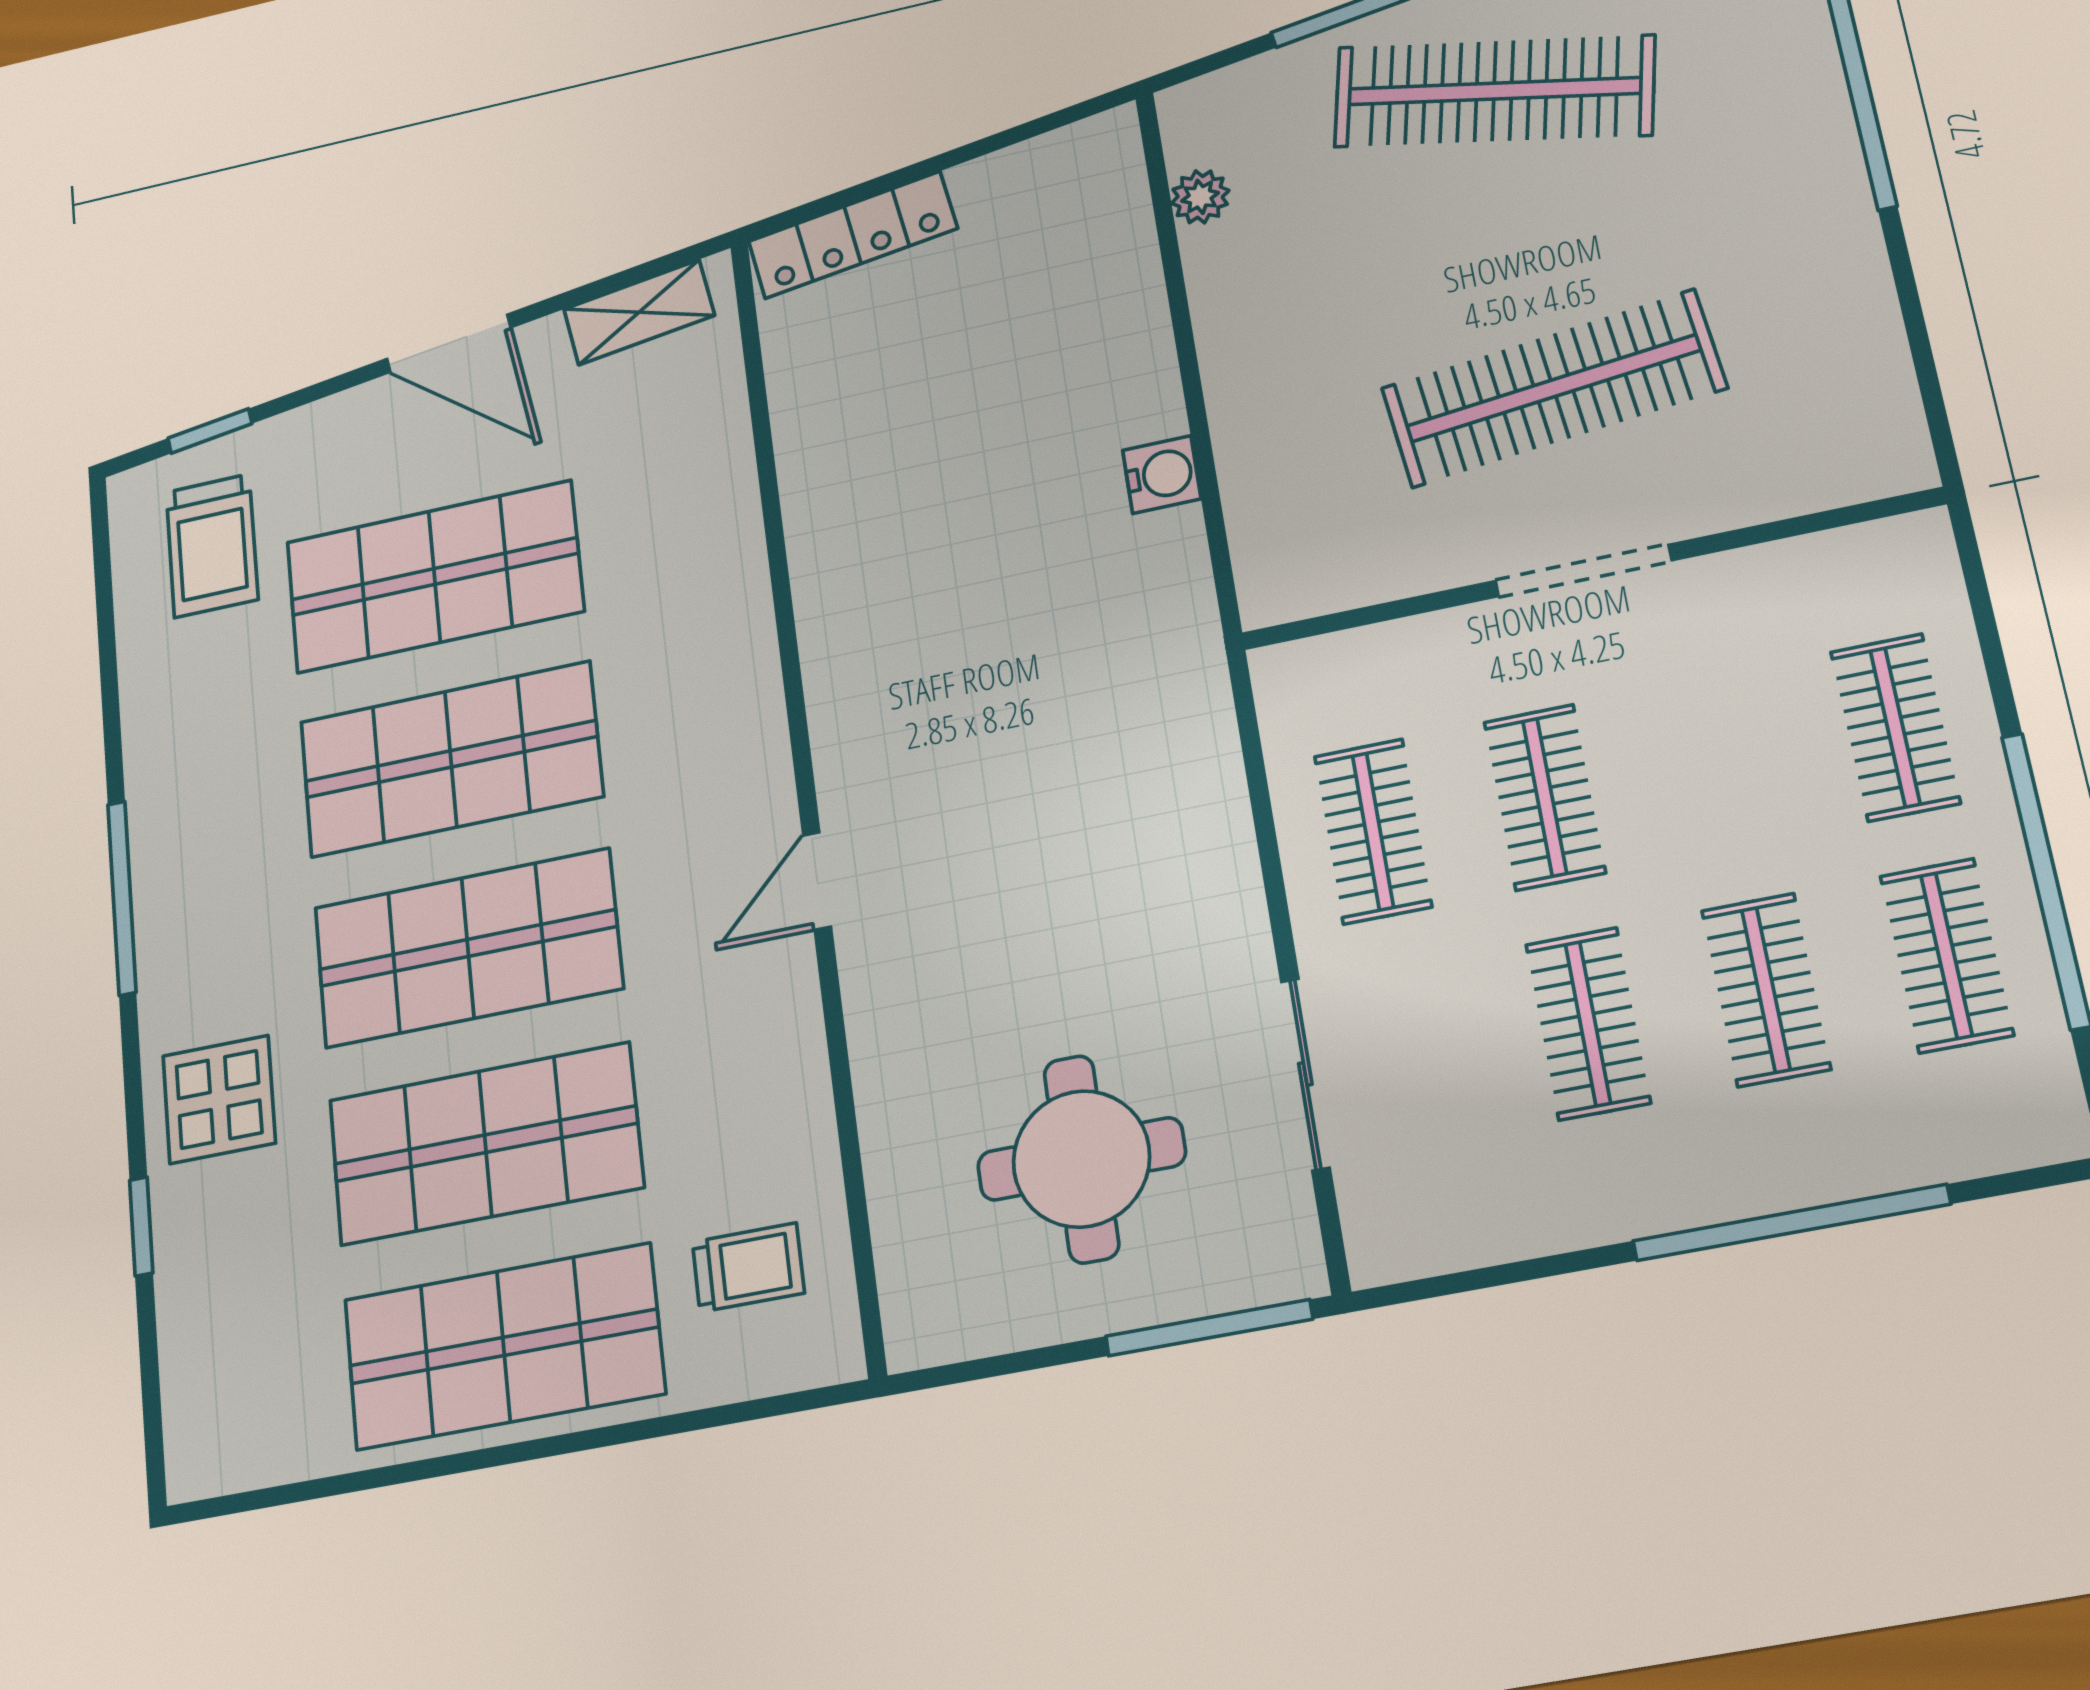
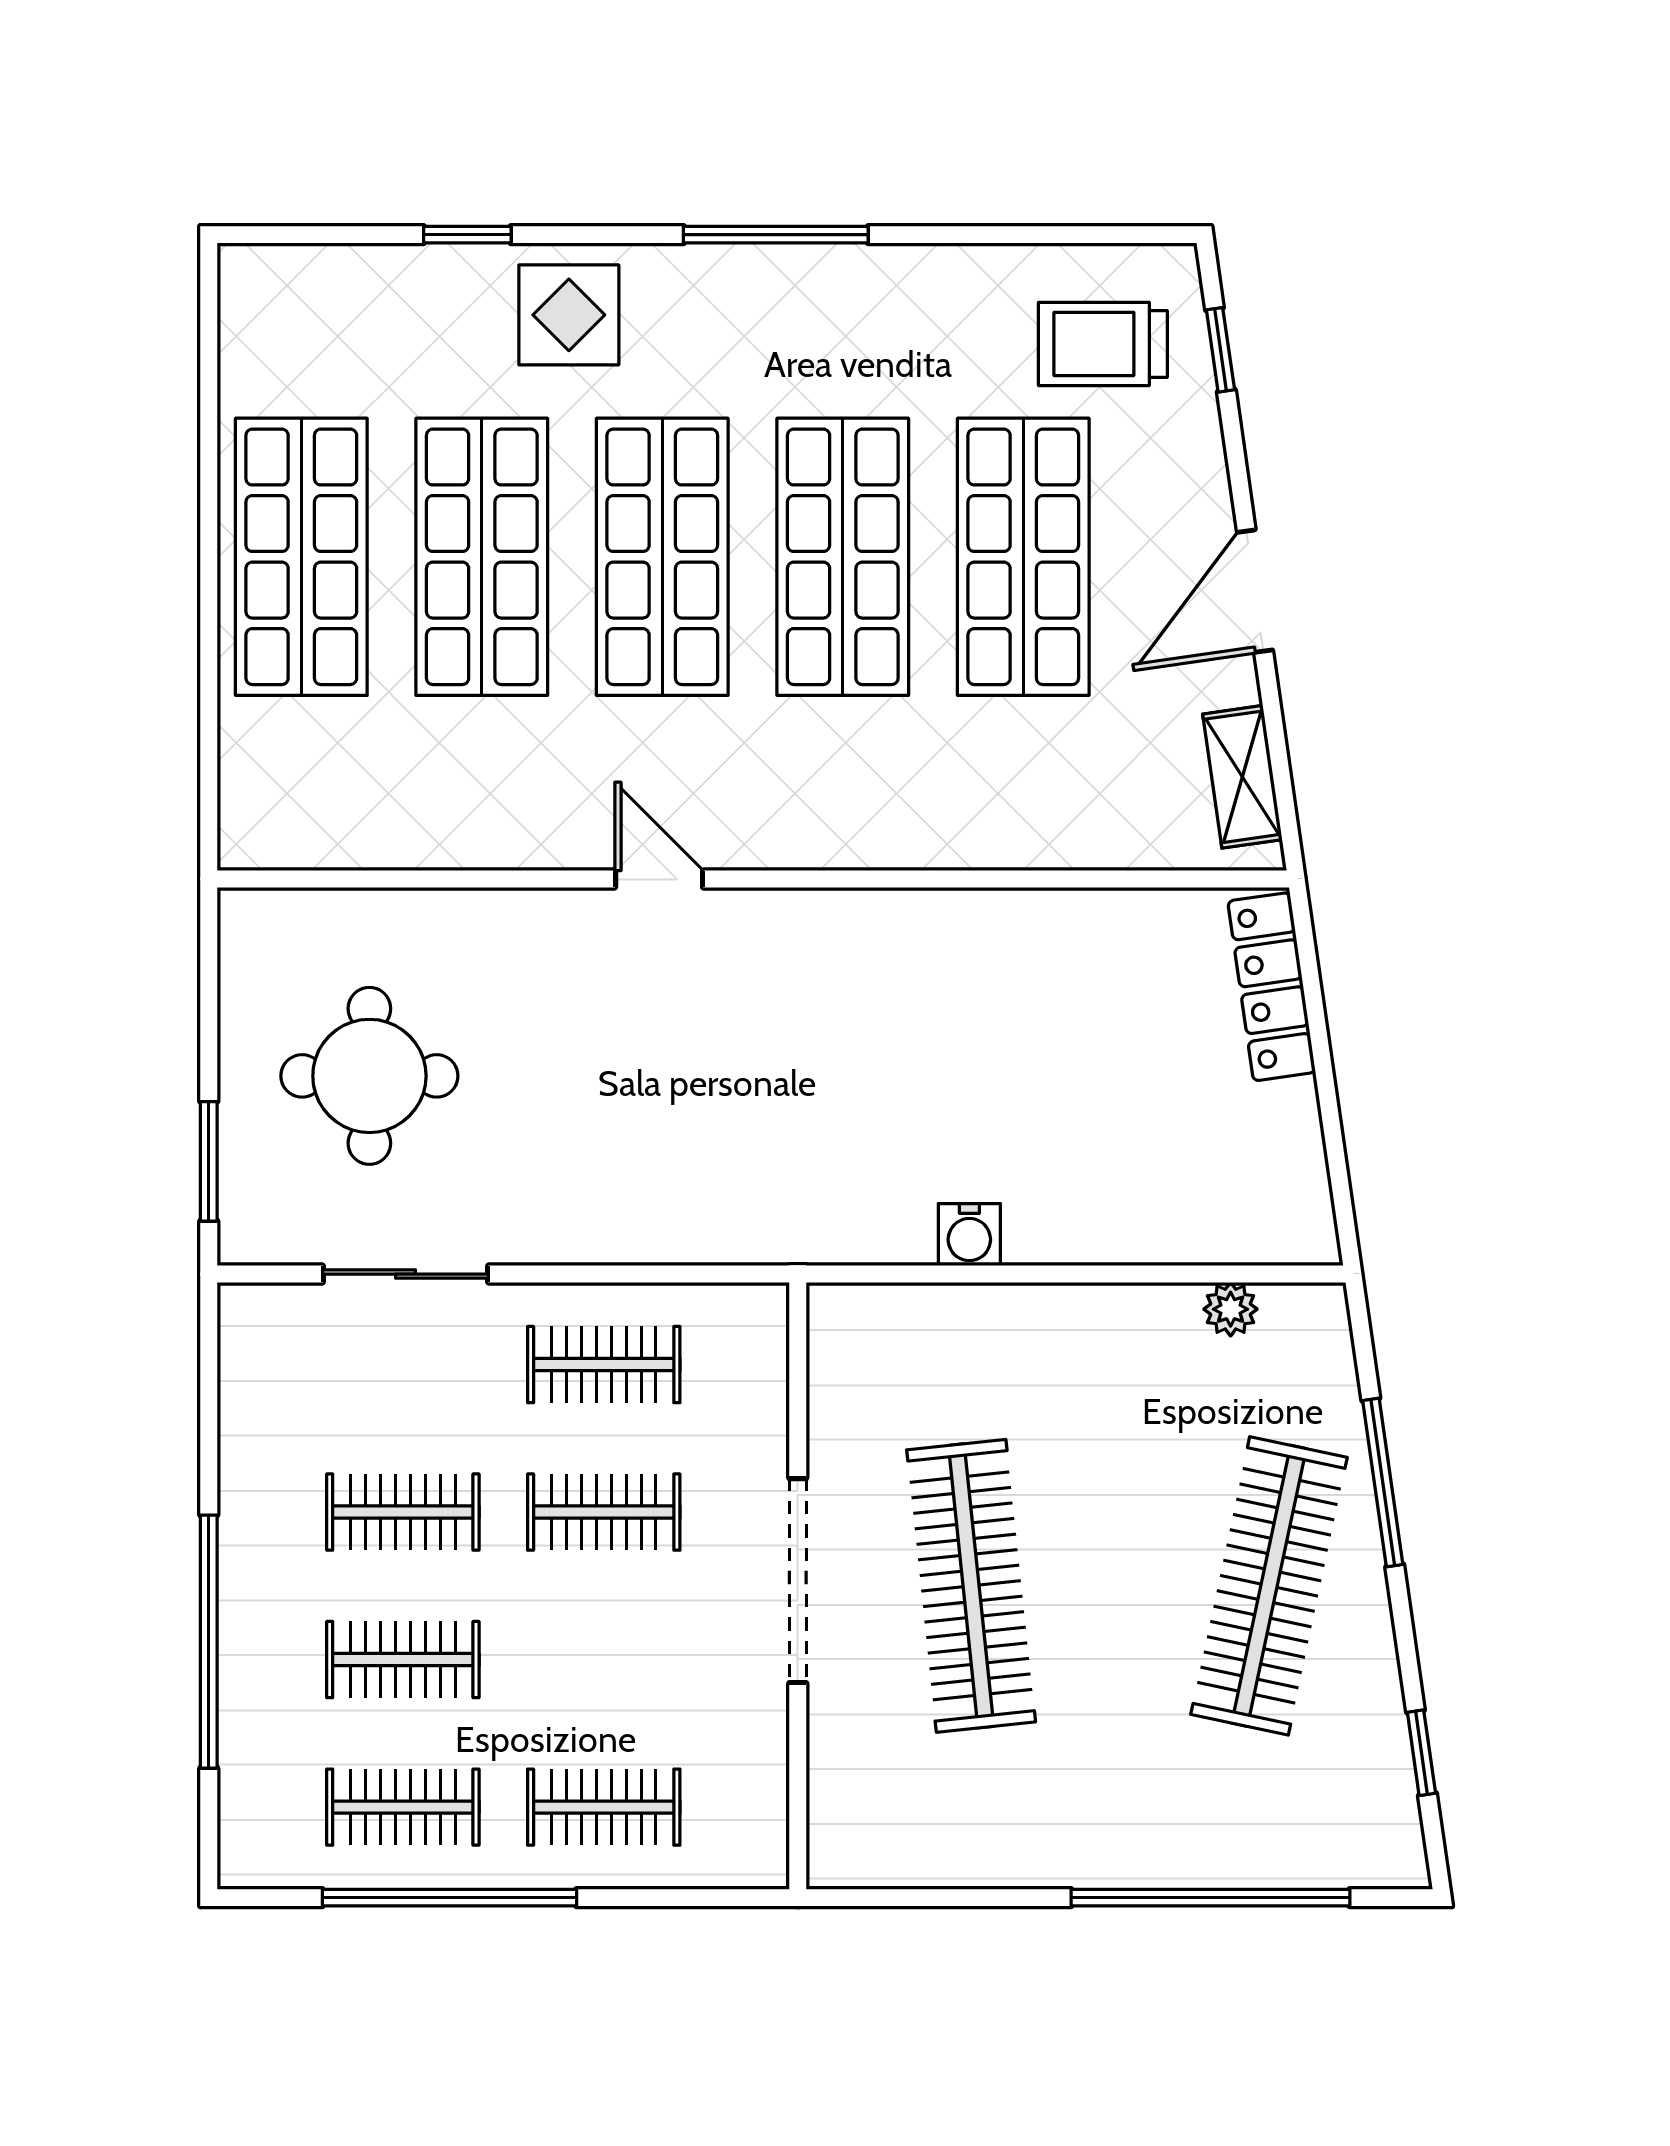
doorway: (1583, 571) -> (798, 1581), width x1.36
trolley: (748, 1267) -> (330, 779), removed
window: (1209, 1328) -> (209, 1161), width x0.69

